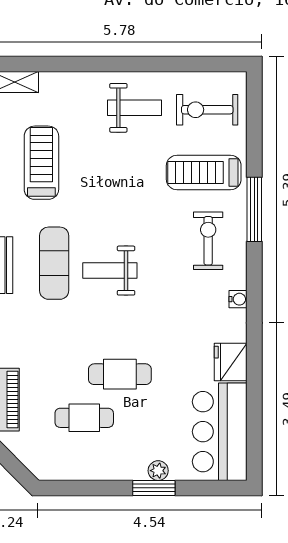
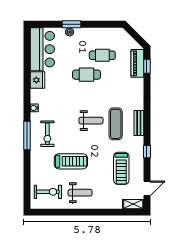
weight bench: (134, 108) -> (80, 193), turned 180
treadmill: (204, 172) -> (71, 161), moved
window: (254, 209) -> (27, 135), moved

